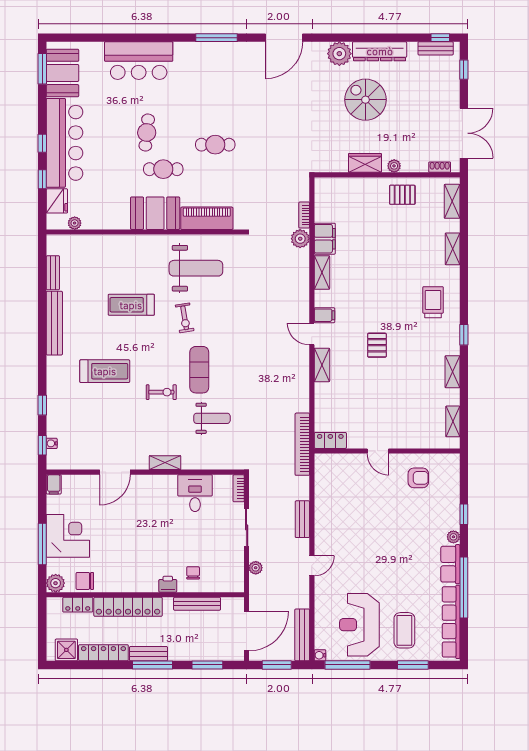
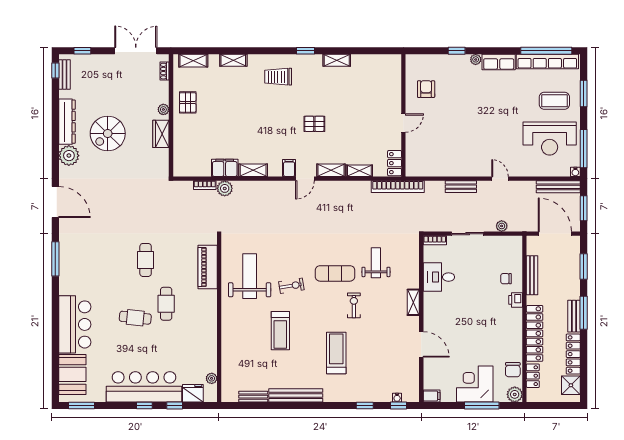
booth: (62, 73) -> (72, 374), moved, turned 90
booth: (155, 213) -> (203, 311), removed
shelving: (453, 421) -> (359, 171), moved
window: (464, 588) -> (546, 51), moved

